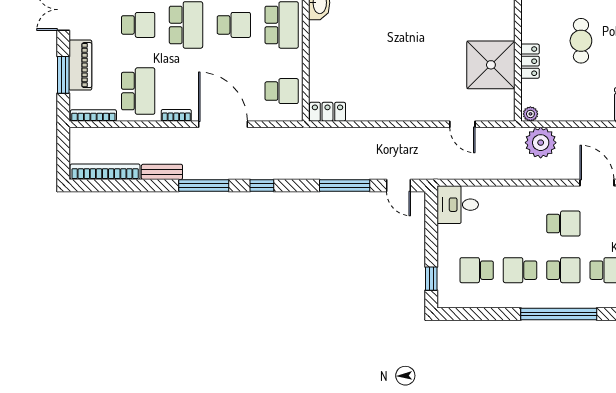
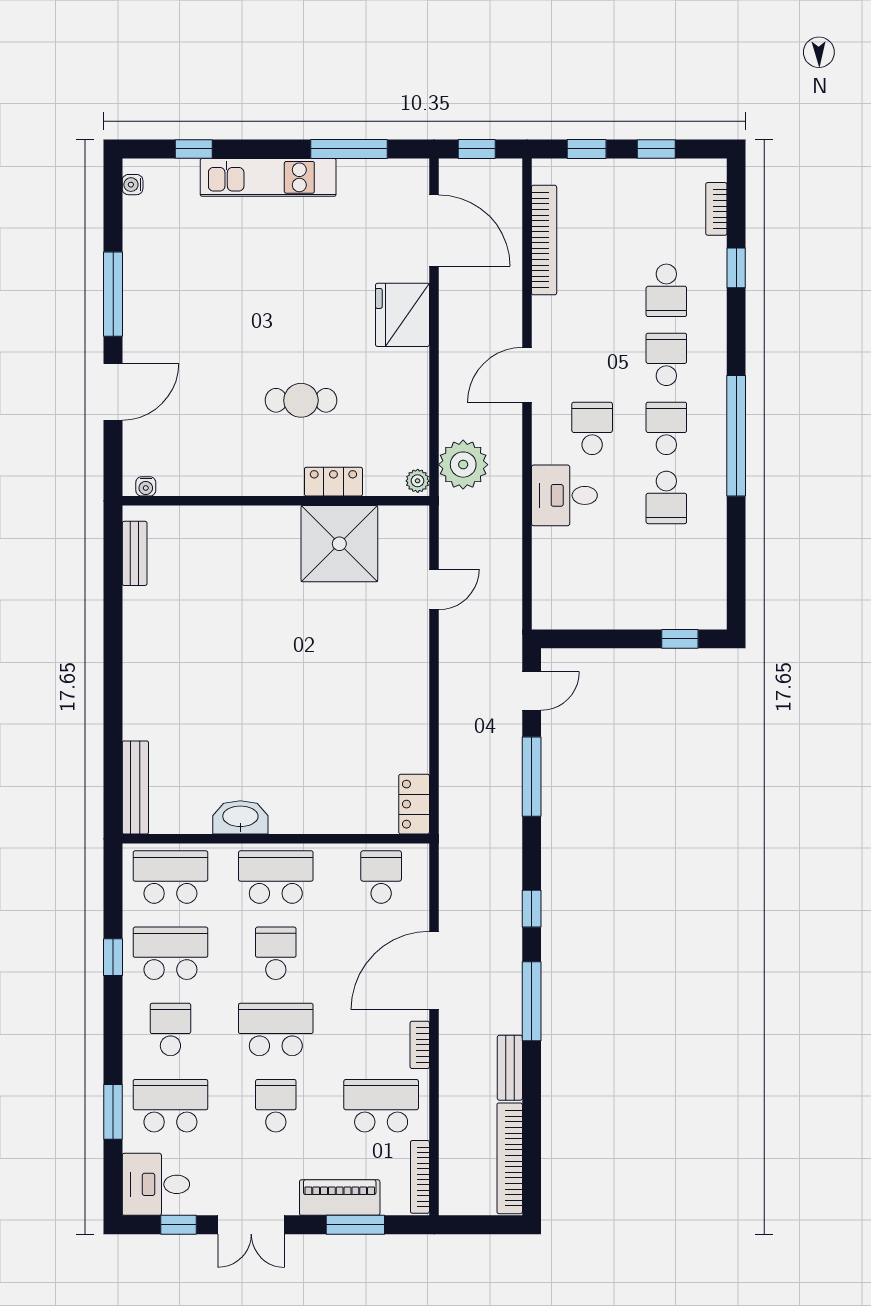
desk: (458, 205) -> (564, 495), moved, turned 90
school desk: (477, 270) -> (666, 566), removed

